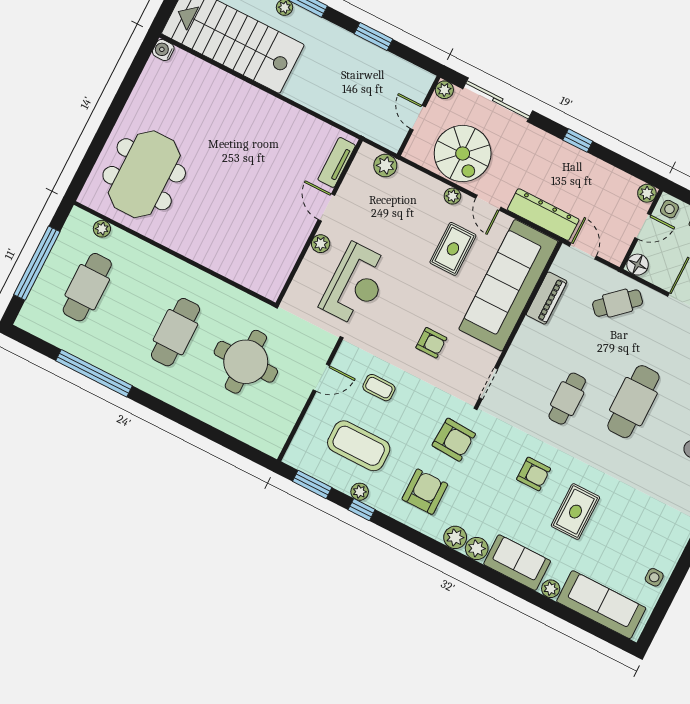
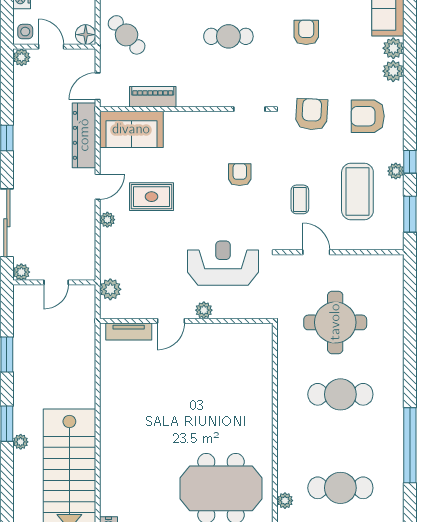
spiral stairs: (463, 153) -> (67, 229), removed
sofa: (508, 285) -> (131, 129), width x0.54, depth x0.79

